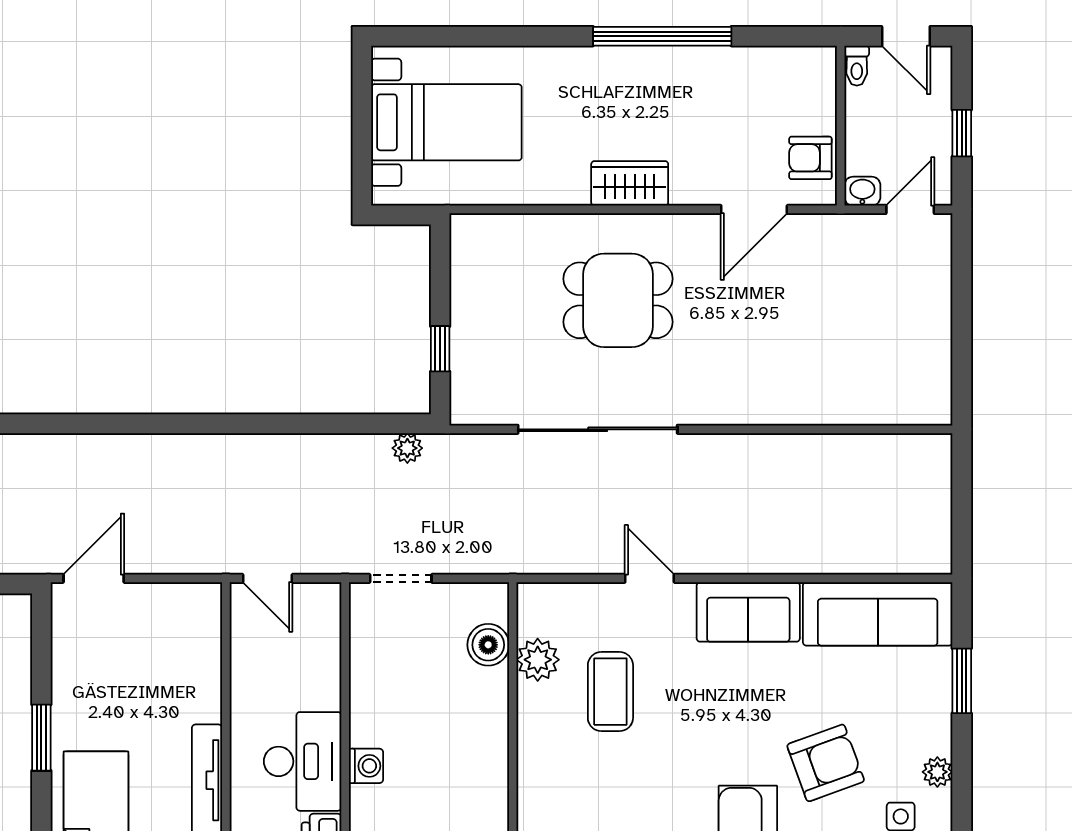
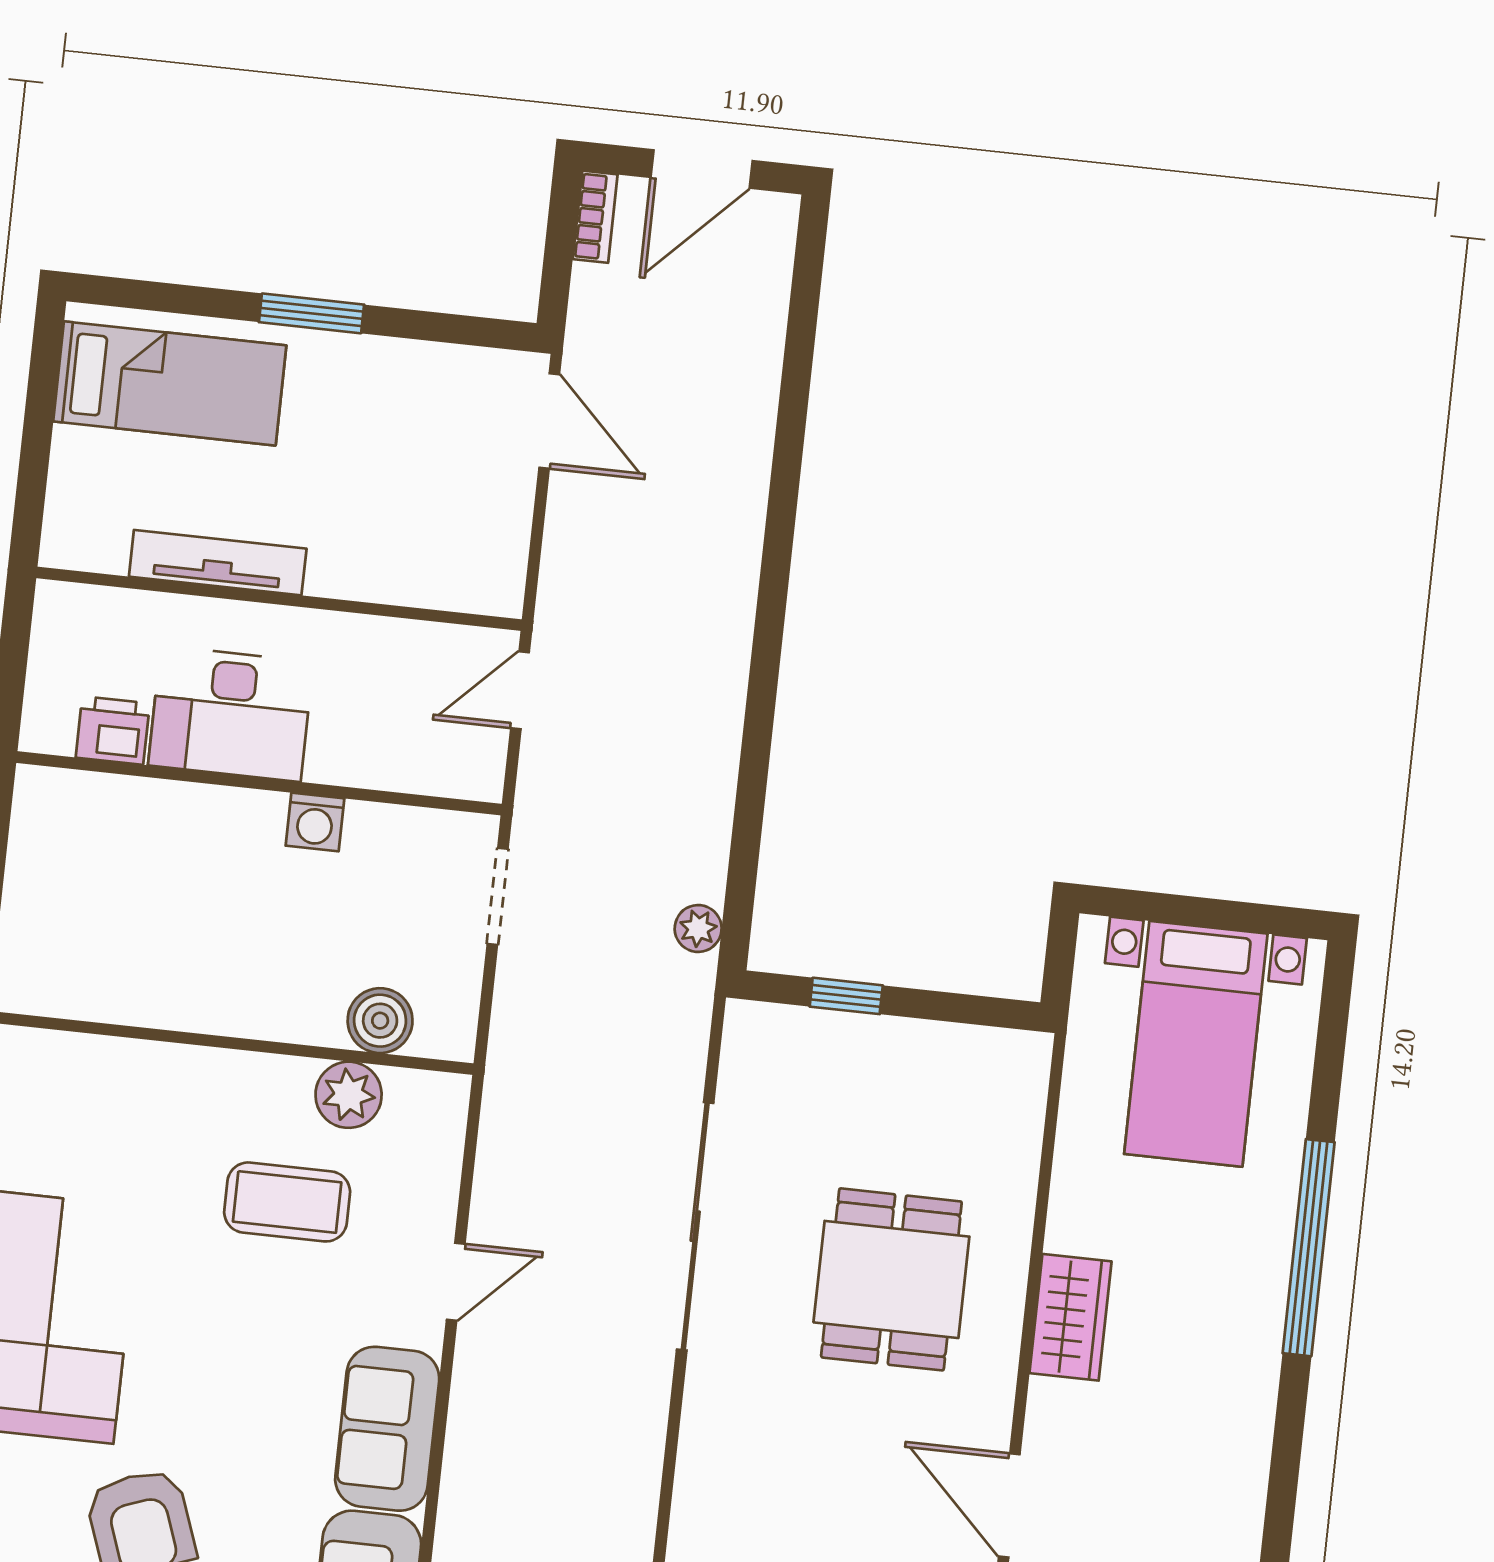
window: (662, 36) -> (1309, 1248), moved
washing machine: (366, 766) -> (315, 822), moved

